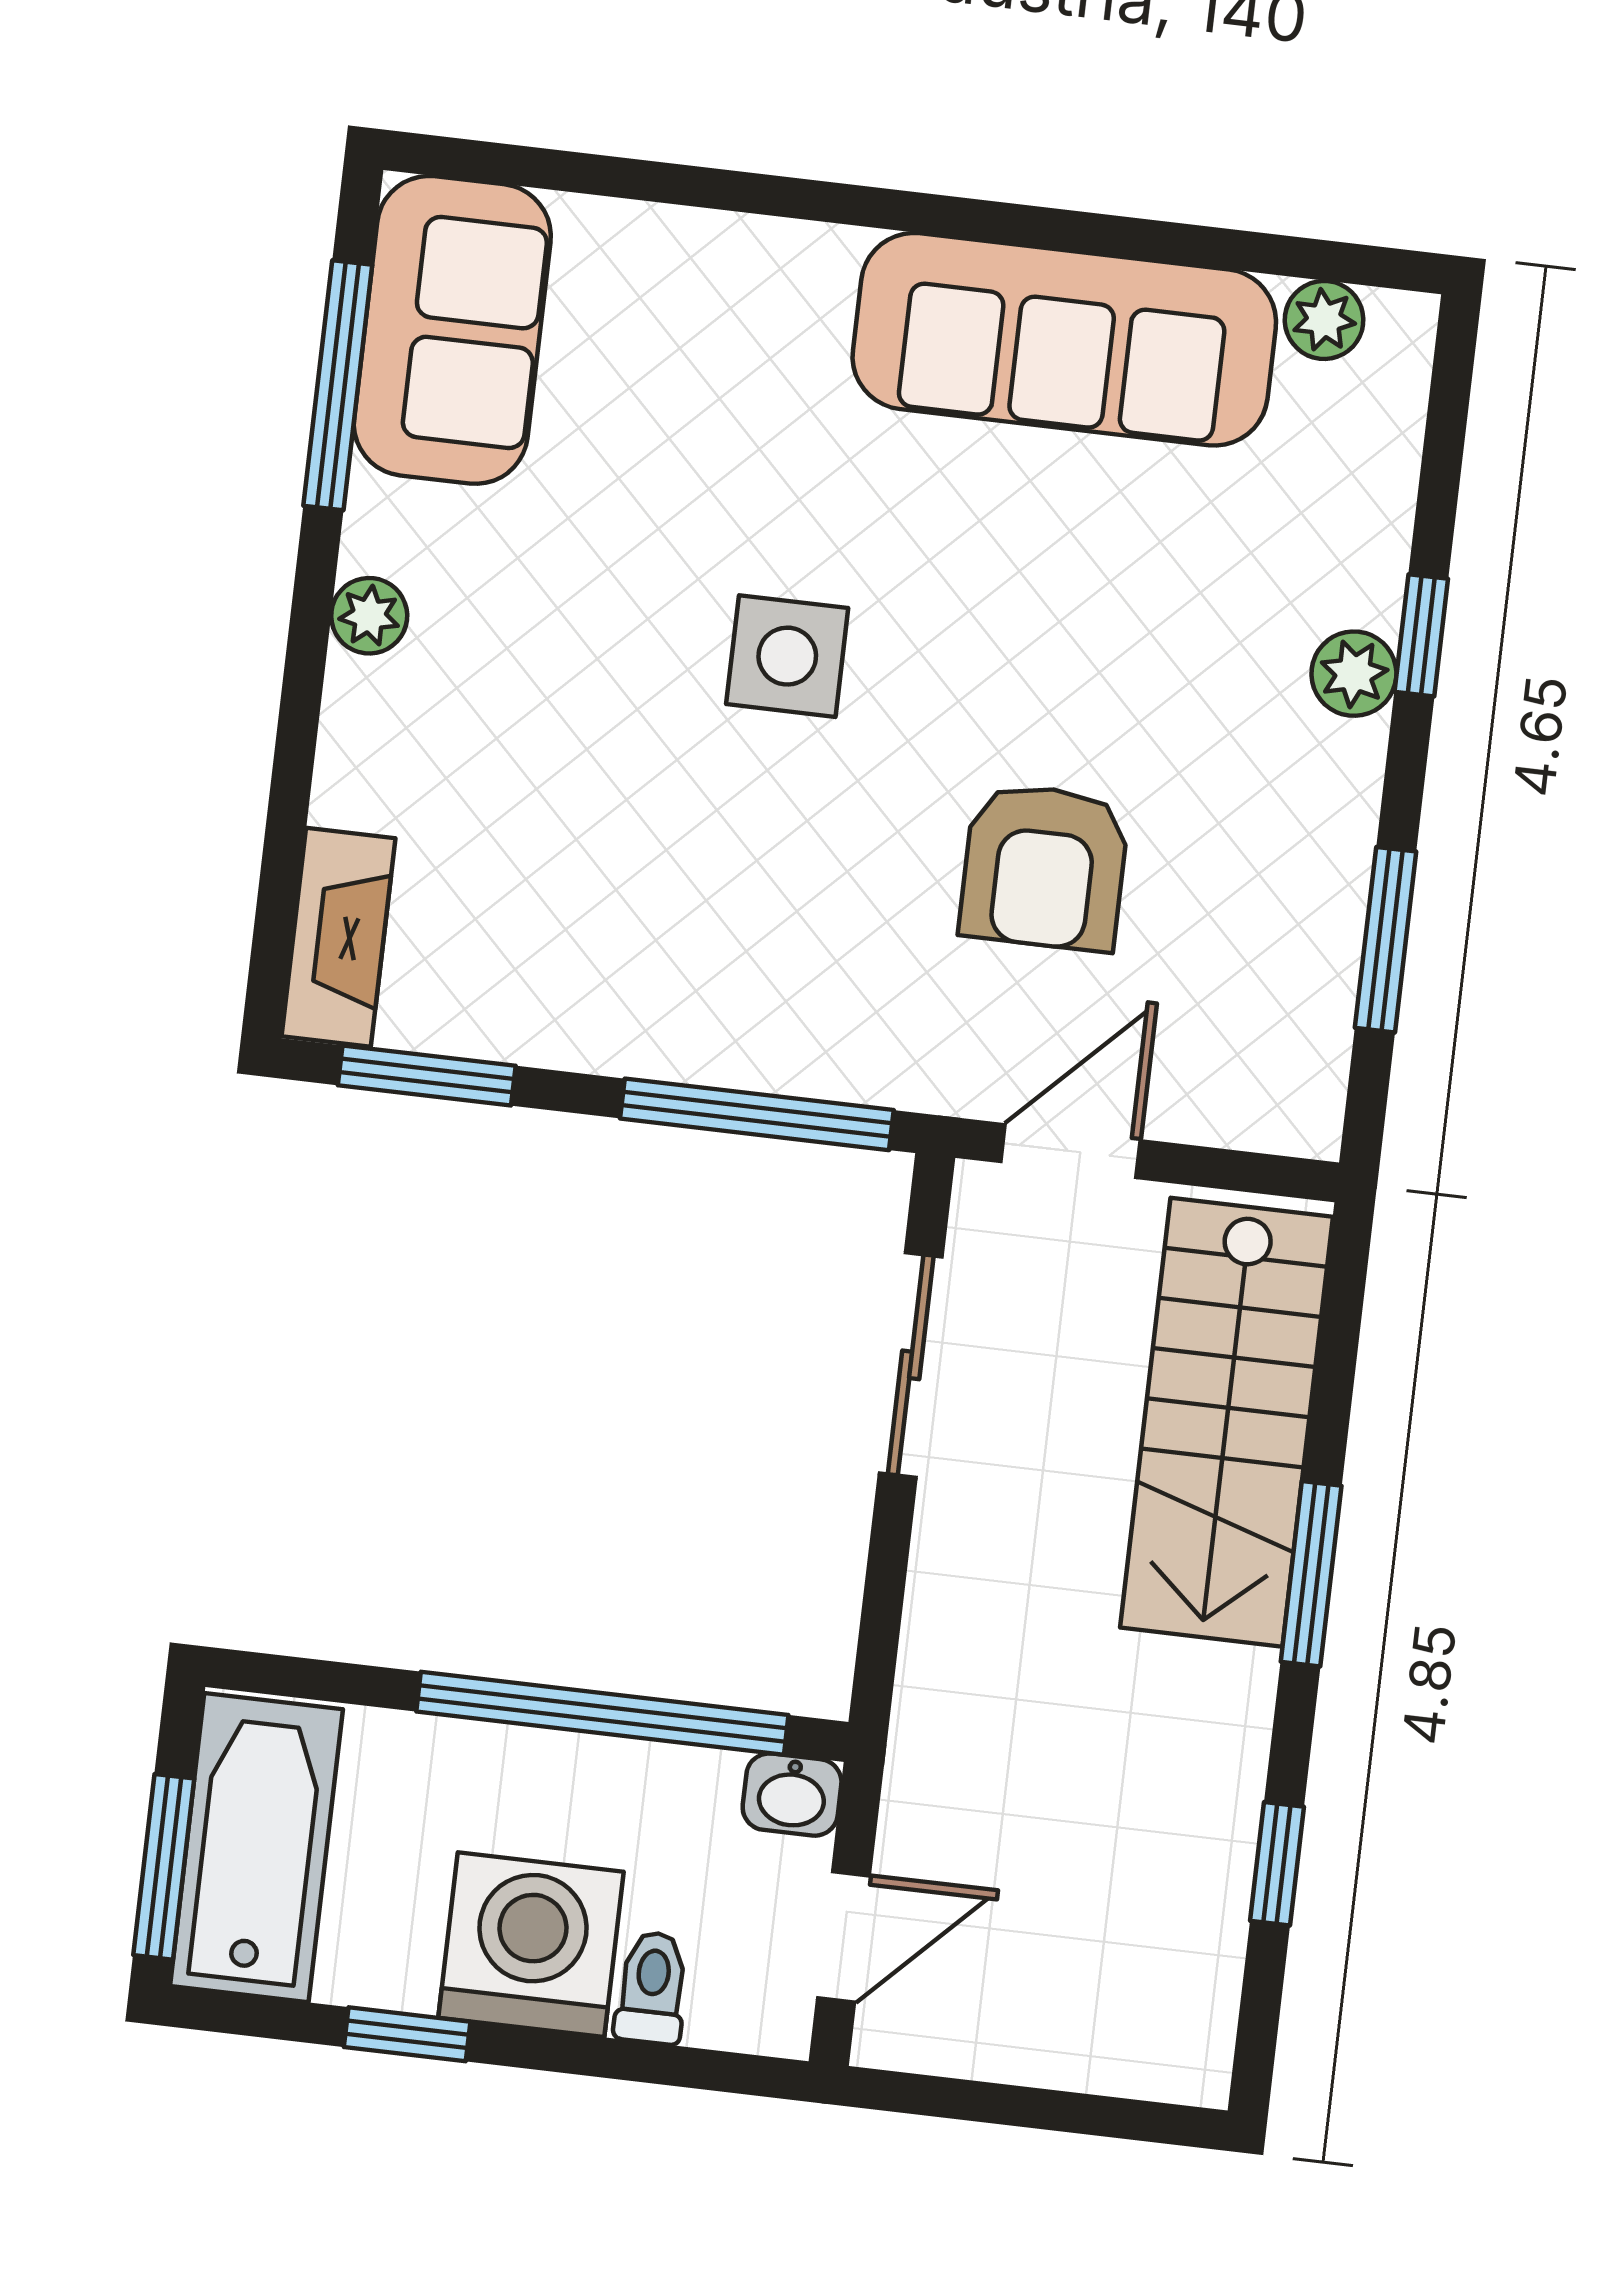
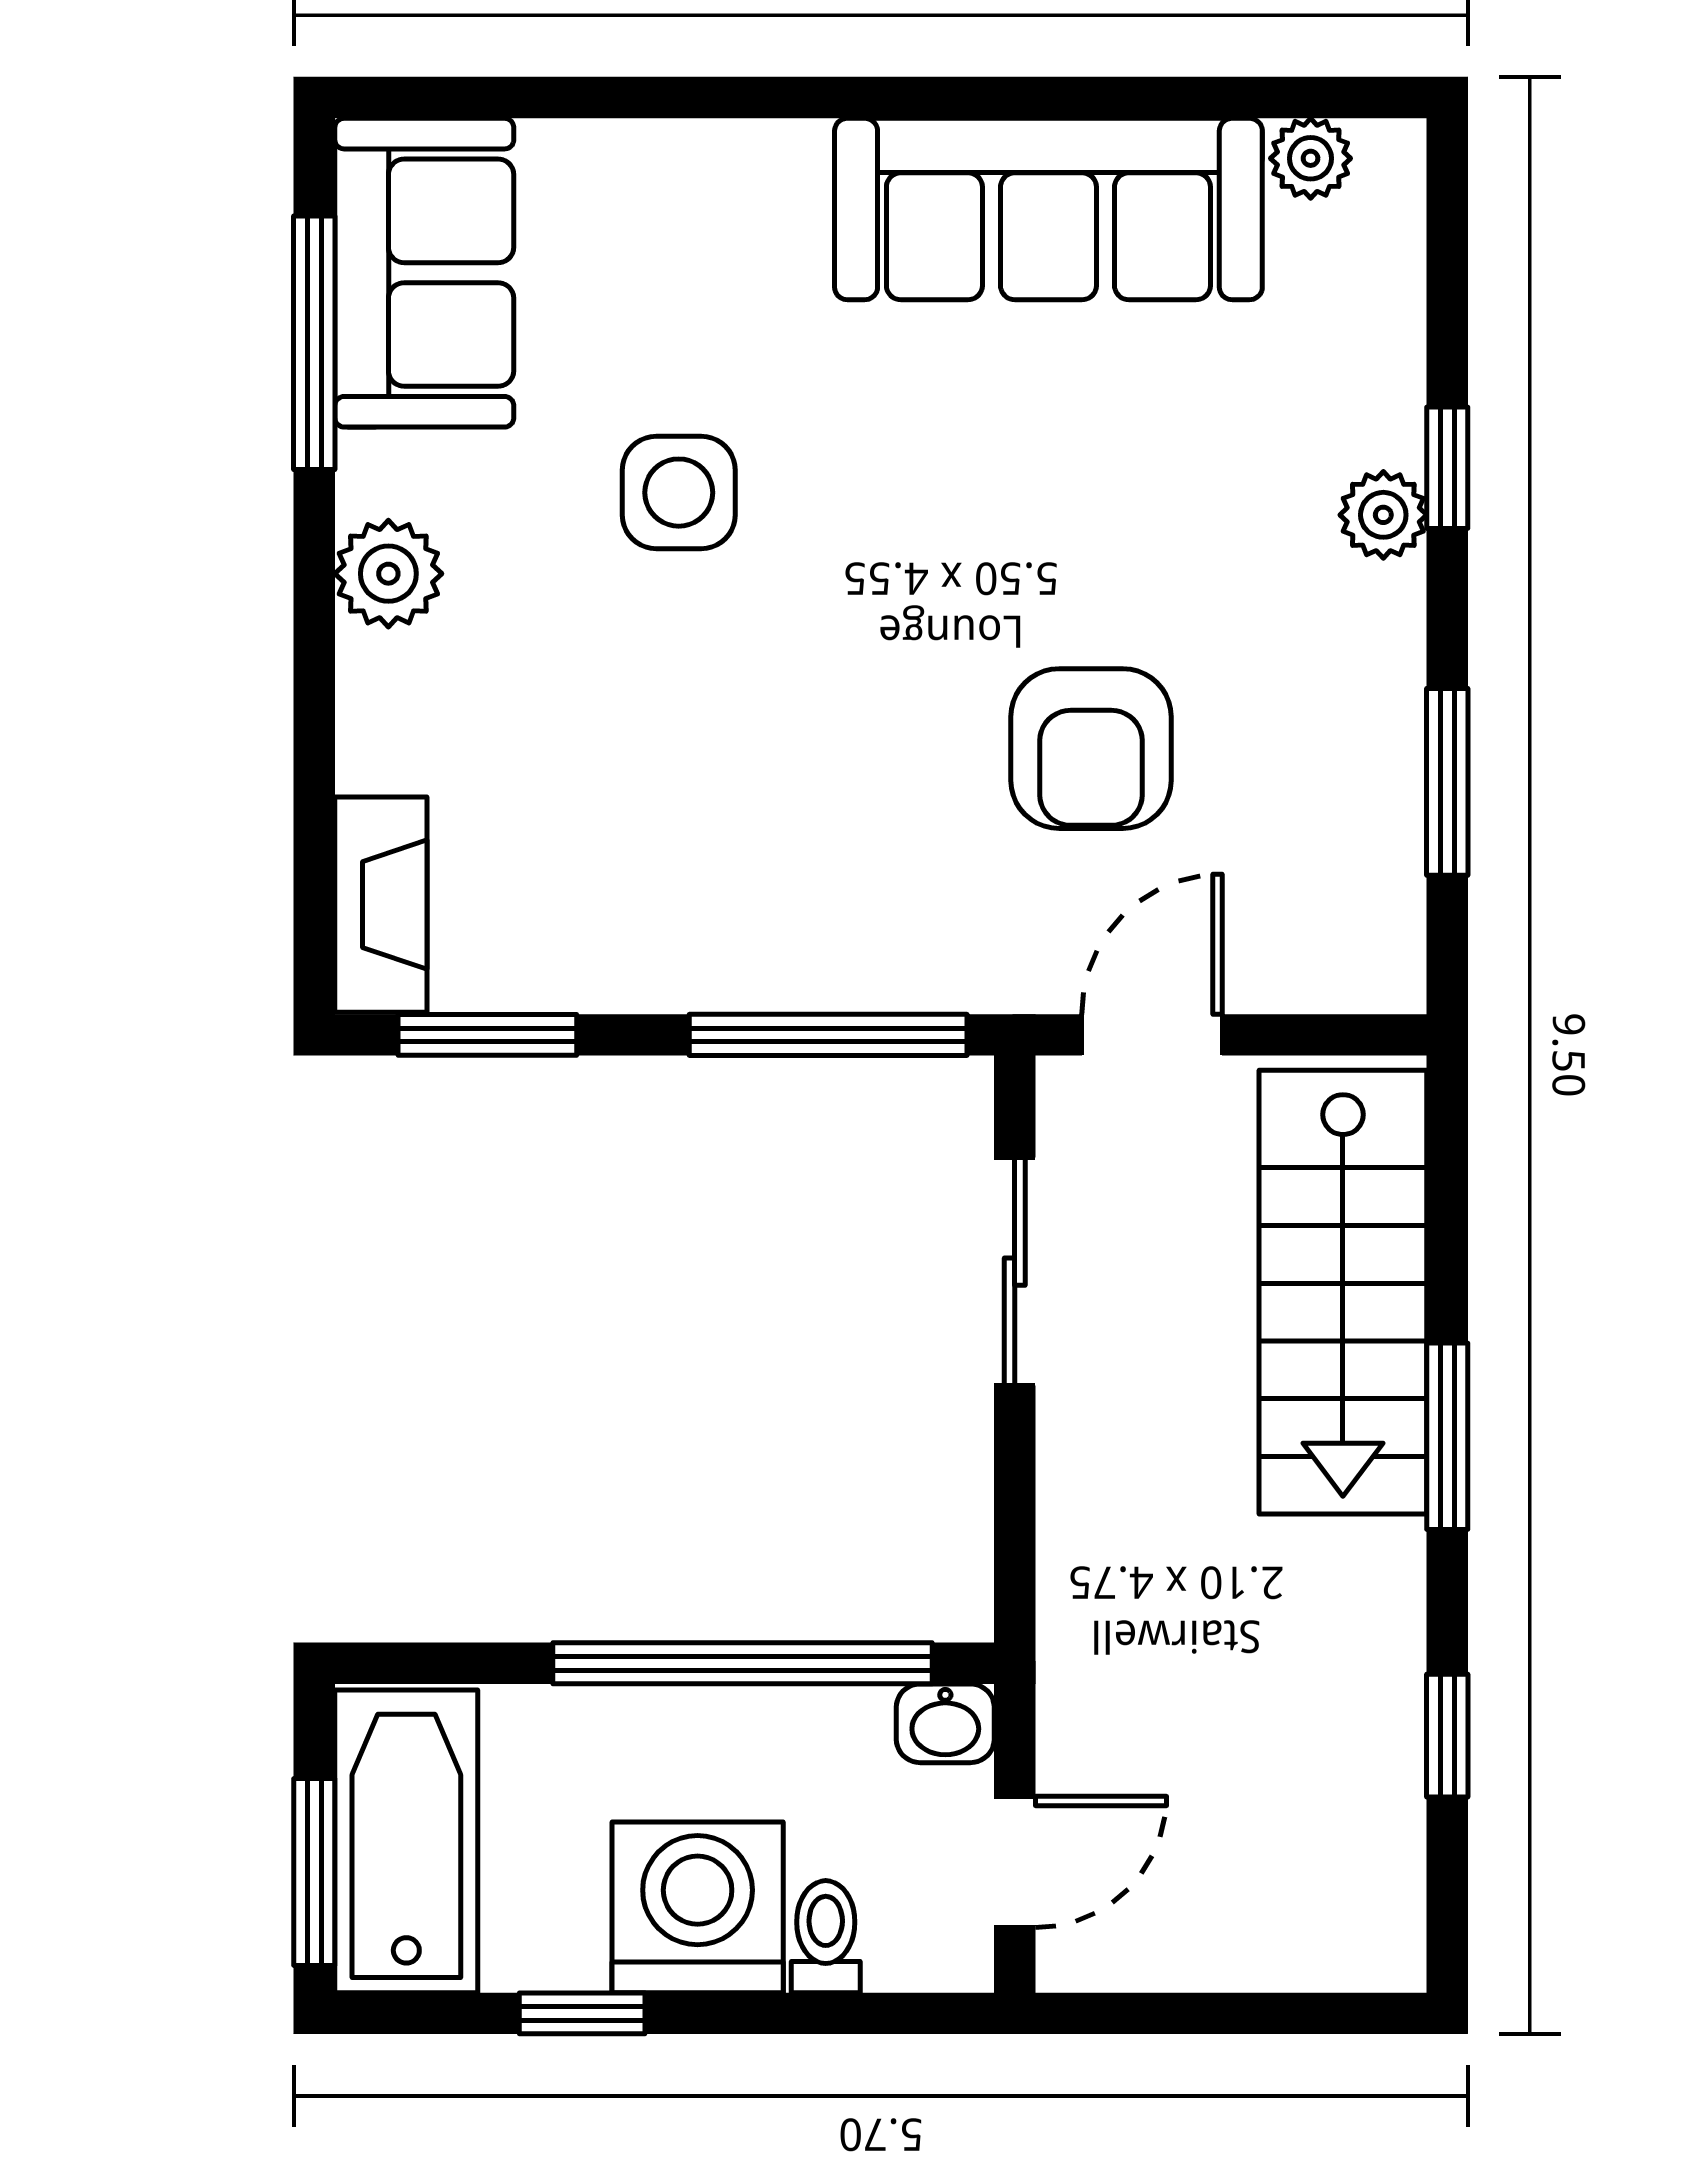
plant: (369, 616) -> (388, 574), width x1.38, depth x1.38
side table: (787, 656) -> (679, 493), moved

